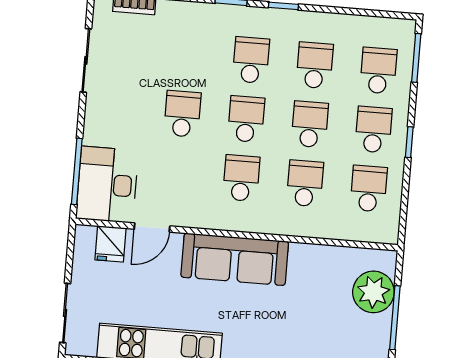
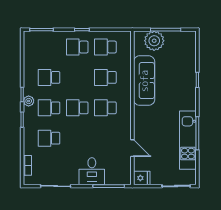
plant: (269, 19) -> (29, 101), added
school desk: (378, 70) -> (49, 47), removed
school desk: (182, 114) -> (49, 138), moved
school desk: (310, 124) -> (77, 77), removed
desk: (107, 185) -> (92, 171), moved, width x0.73
fridge: (111, 244) -> (142, 178), moved
sofa: (235, 259) -> (144, 81), moved

